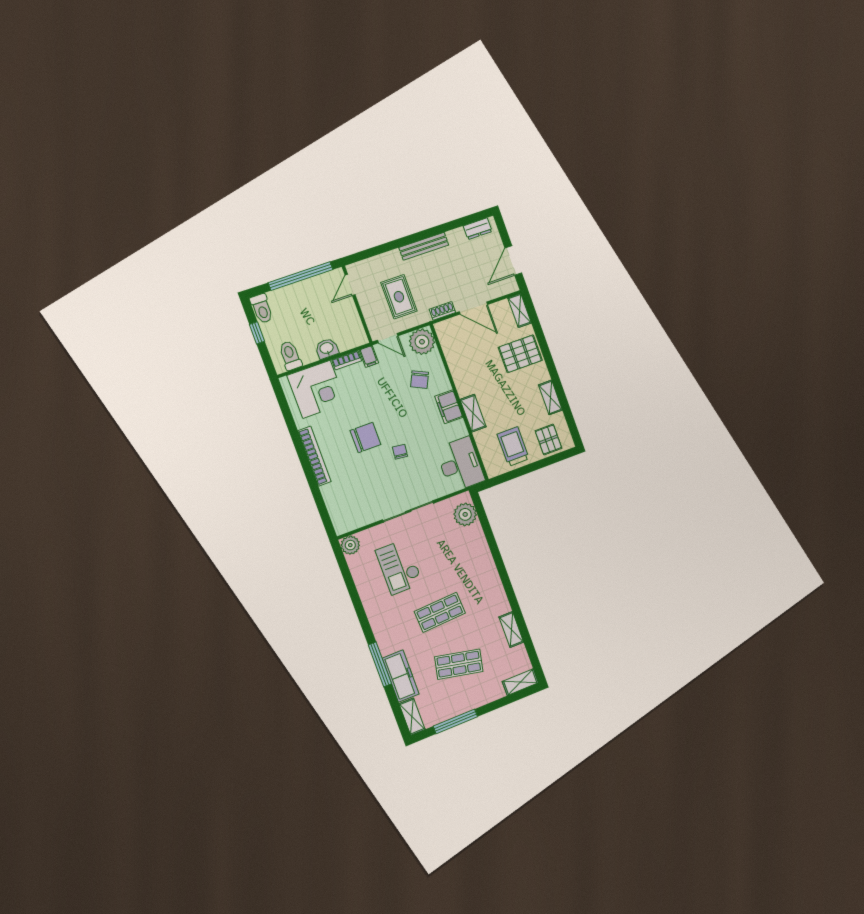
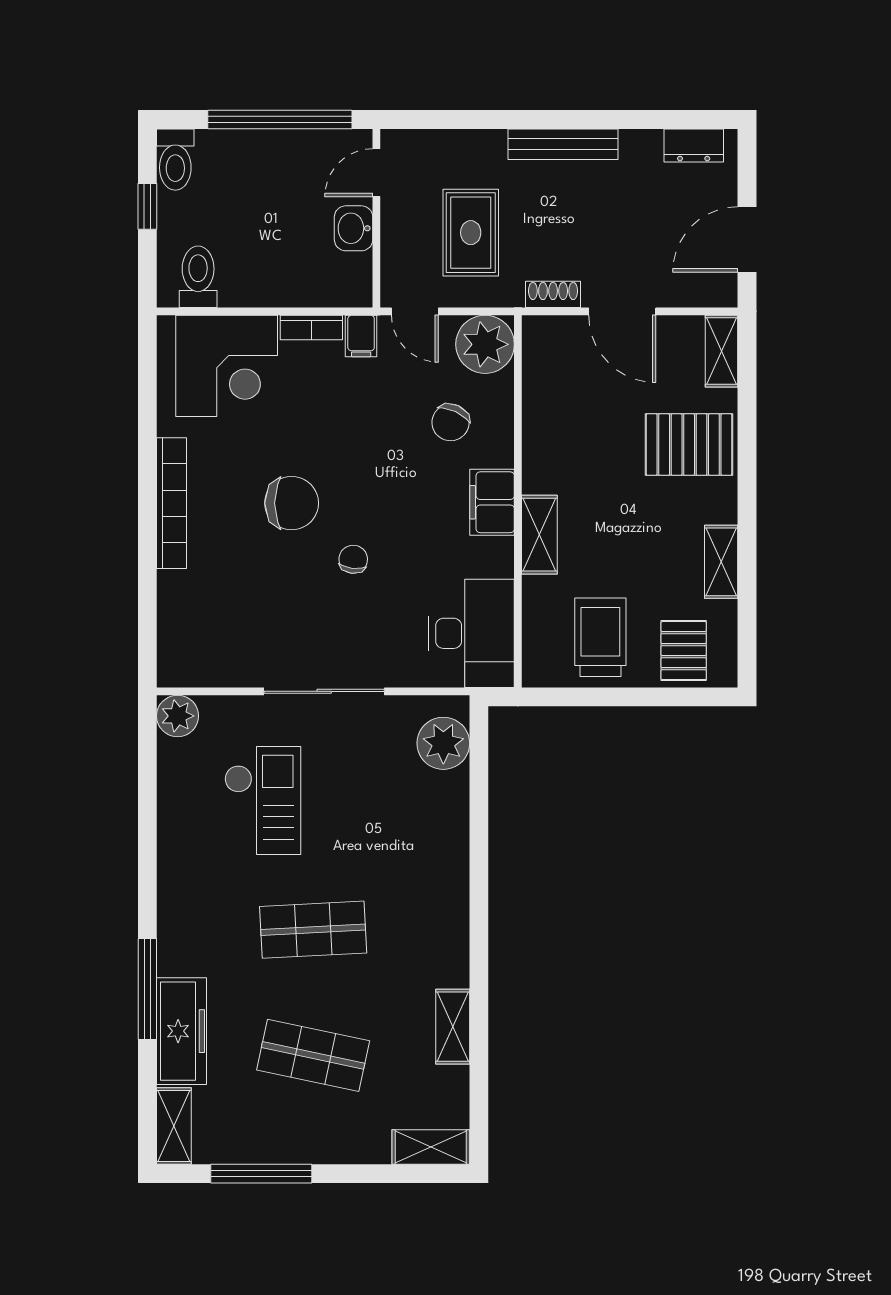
washbasin: (327, 348) -> (354, 228), moved, turned -90
checkout: (399, 567) -> (263, 801), turned 180

